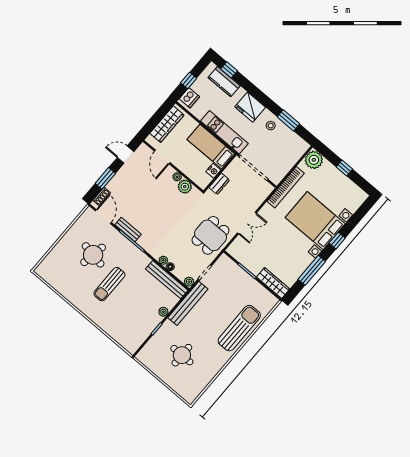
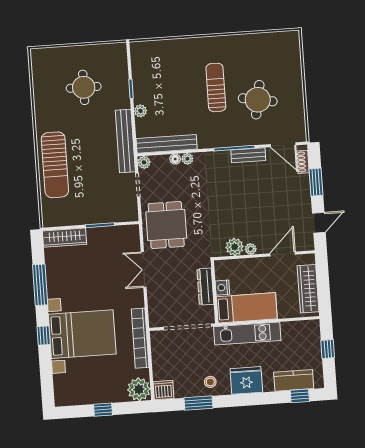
dishwasher: (189, 98) -> (163, 390), moved, turned 90
door: (162, 157) -> (283, 254), hinge flipped
dresser: (219, 184) -> (205, 287), width x1.44

